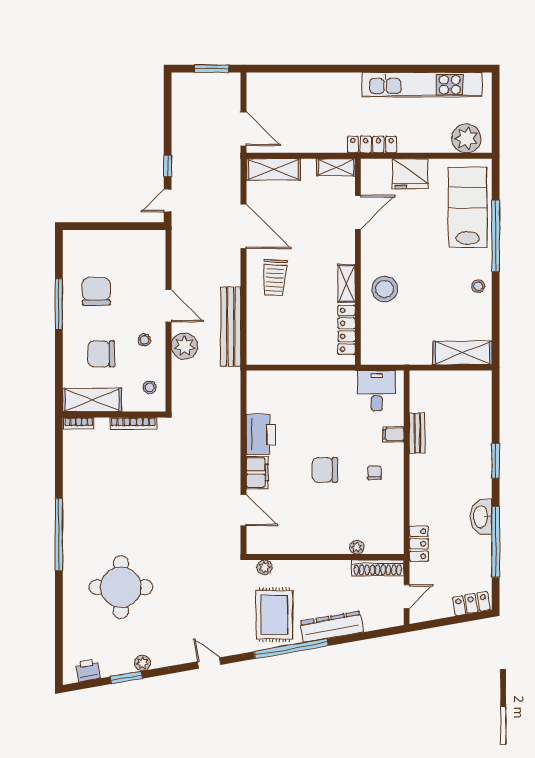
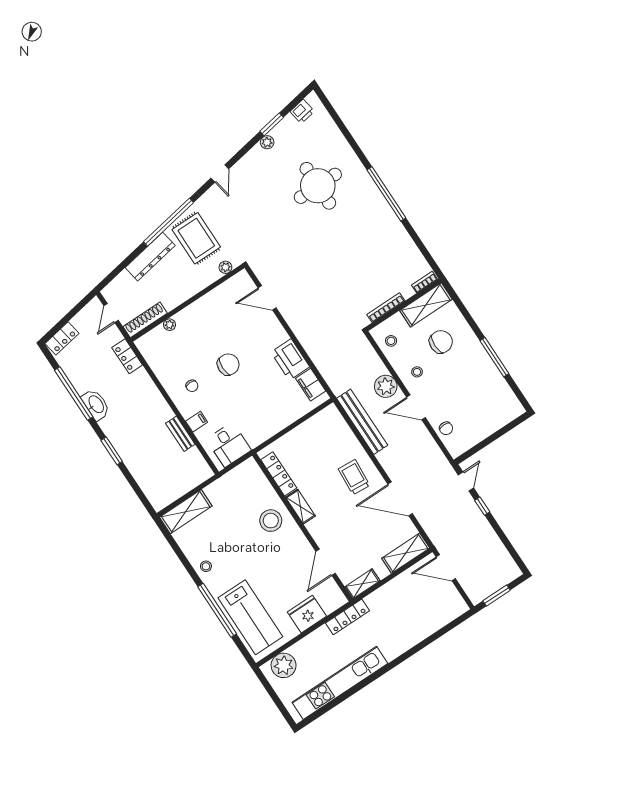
chair: (96, 291) -> (446, 428), moved, width x0.54, depth x0.54
filing cabinet: (257, 472) -> (311, 385), moved
door: (209, 663) -> (220, 173), hinge flipped

